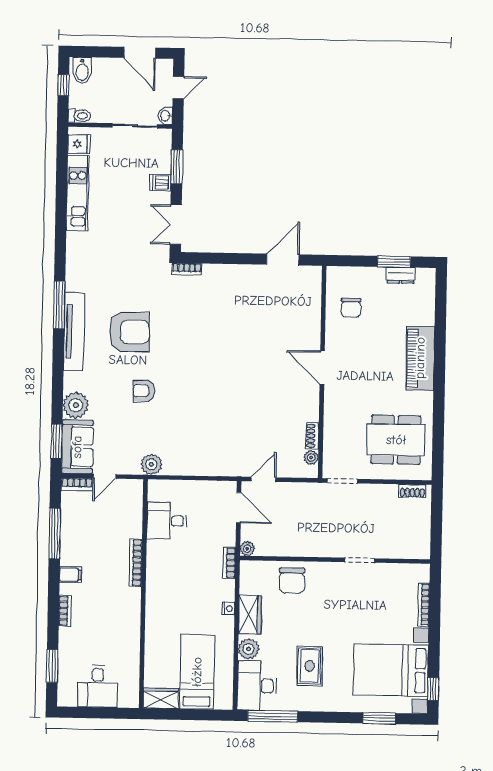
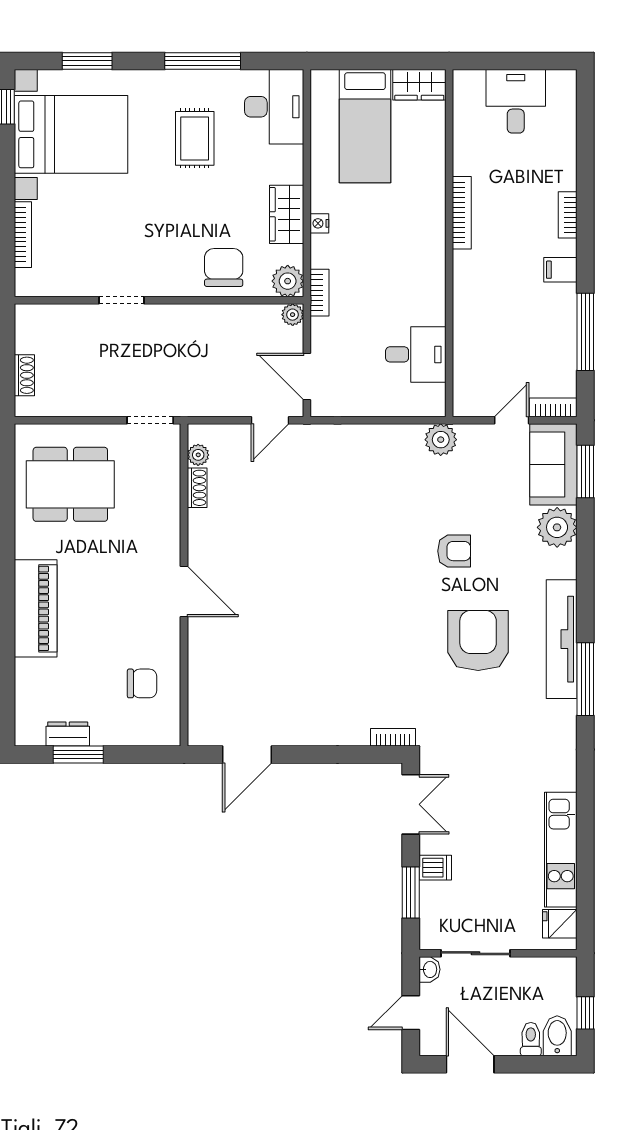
toilet: (79, 116) -> (531, 1039), moved, turned 90
chair: (351, 308) -> (142, 683), turned 90
armchair: (129, 332) -> (478, 640), turned 90
shoe rack: (412, 491) -> (24, 375), moved, turned 90
bookcase: (136, 563) -> (462, 213), moved
plant: (249, 649) -> (288, 281), moved
window: (52, 666) -> (585, 131), removed
window: (273, 716) -> (203, 61), moved

